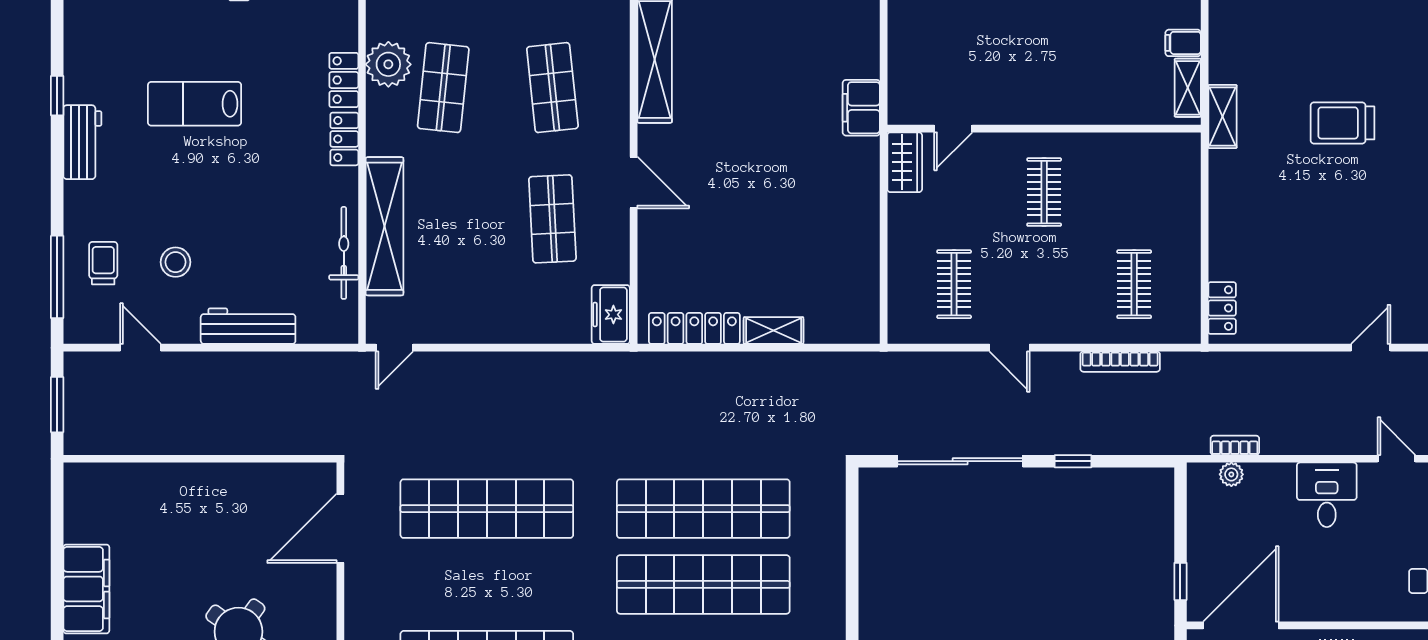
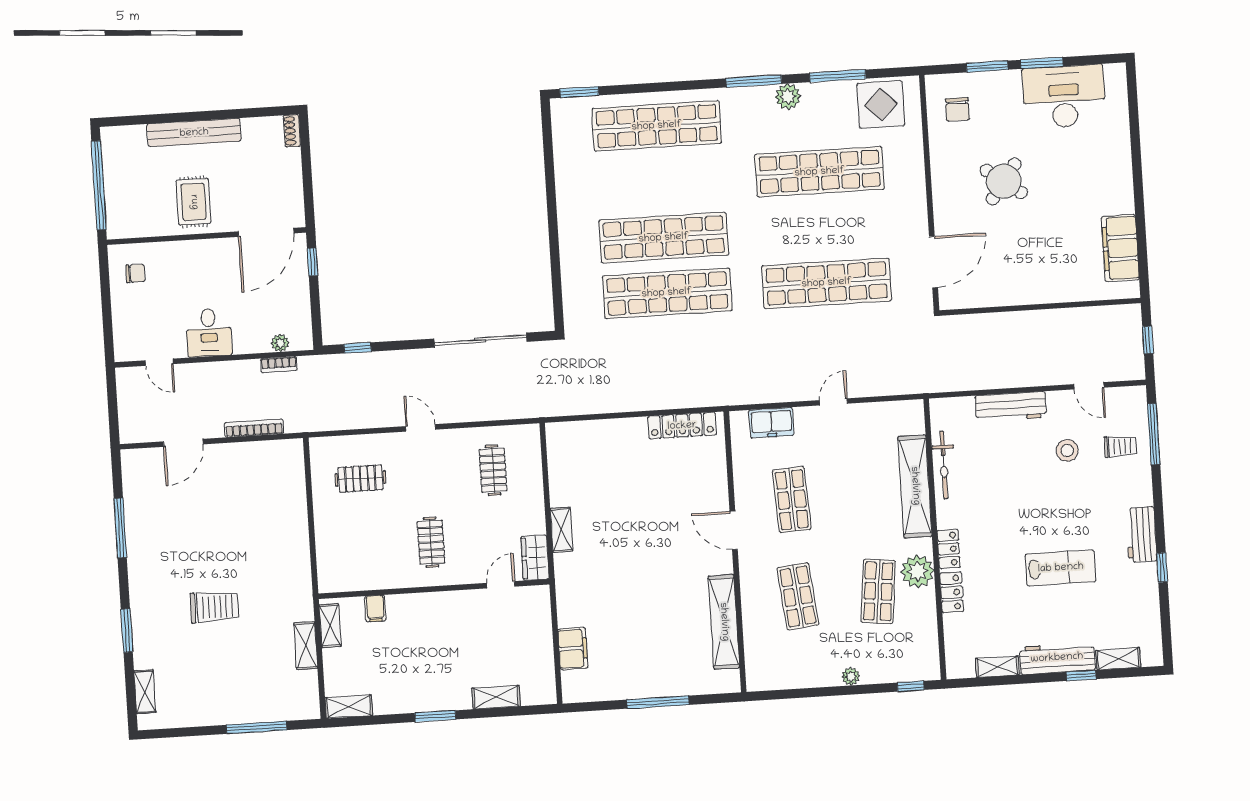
filing cabinet: (1183, 43) -> (375, 608), moved, turned 90
plant: (388, 64) -> (917, 571), moved
filing cabinet: (861, 108) -> (573, 649), moved
shelving: (1222, 116) -> (306, 646), moved
trolley: (103, 263) -> (1120, 446), turned -90
clothes rail: (1134, 284) -> (360, 479), turned 90
locker: (1222, 308) -> (295, 465), removed
freezer: (611, 315) -> (771, 423), moved, turned 90
shelving: (774, 331) -> (561, 530), moved, turned 90
door: (394, 348) -> (833, 402), moved
door: (1009, 348) -> (421, 428), moved
door: (1371, 348) -> (183, 443), width x1.38
bookcase: (1120, 362) -> (254, 428), moved
window: (57, 405) -> (1148, 340), width x0.67
window: (1073, 461) -> (358, 348), moved
filing cabinet: (86, 589) -> (1120, 248), moved

